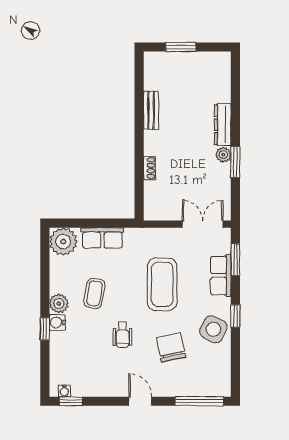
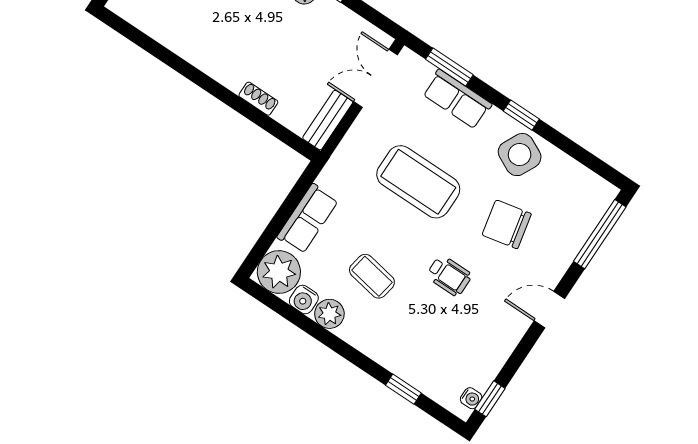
bench: (151, 110) -> (328, 120), moved, turned 90
plant: (59, 304) -> (329, 314), moved
water cooler: (57, 323) -> (304, 299), moved
window: (45, 329) -> (403, 389), moved

